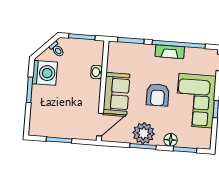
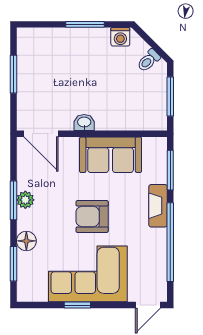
fireplace: (170, 52) -> (158, 206), moved
washbasin: (97, 72) -> (84, 122), moved
washing machine: (45, 73) -> (120, 37), width x0.53, depth x0.53
sofa: (116, 94) -> (111, 155), moved
plant: (144, 133) -> (25, 200), width x0.53, depth x0.53

